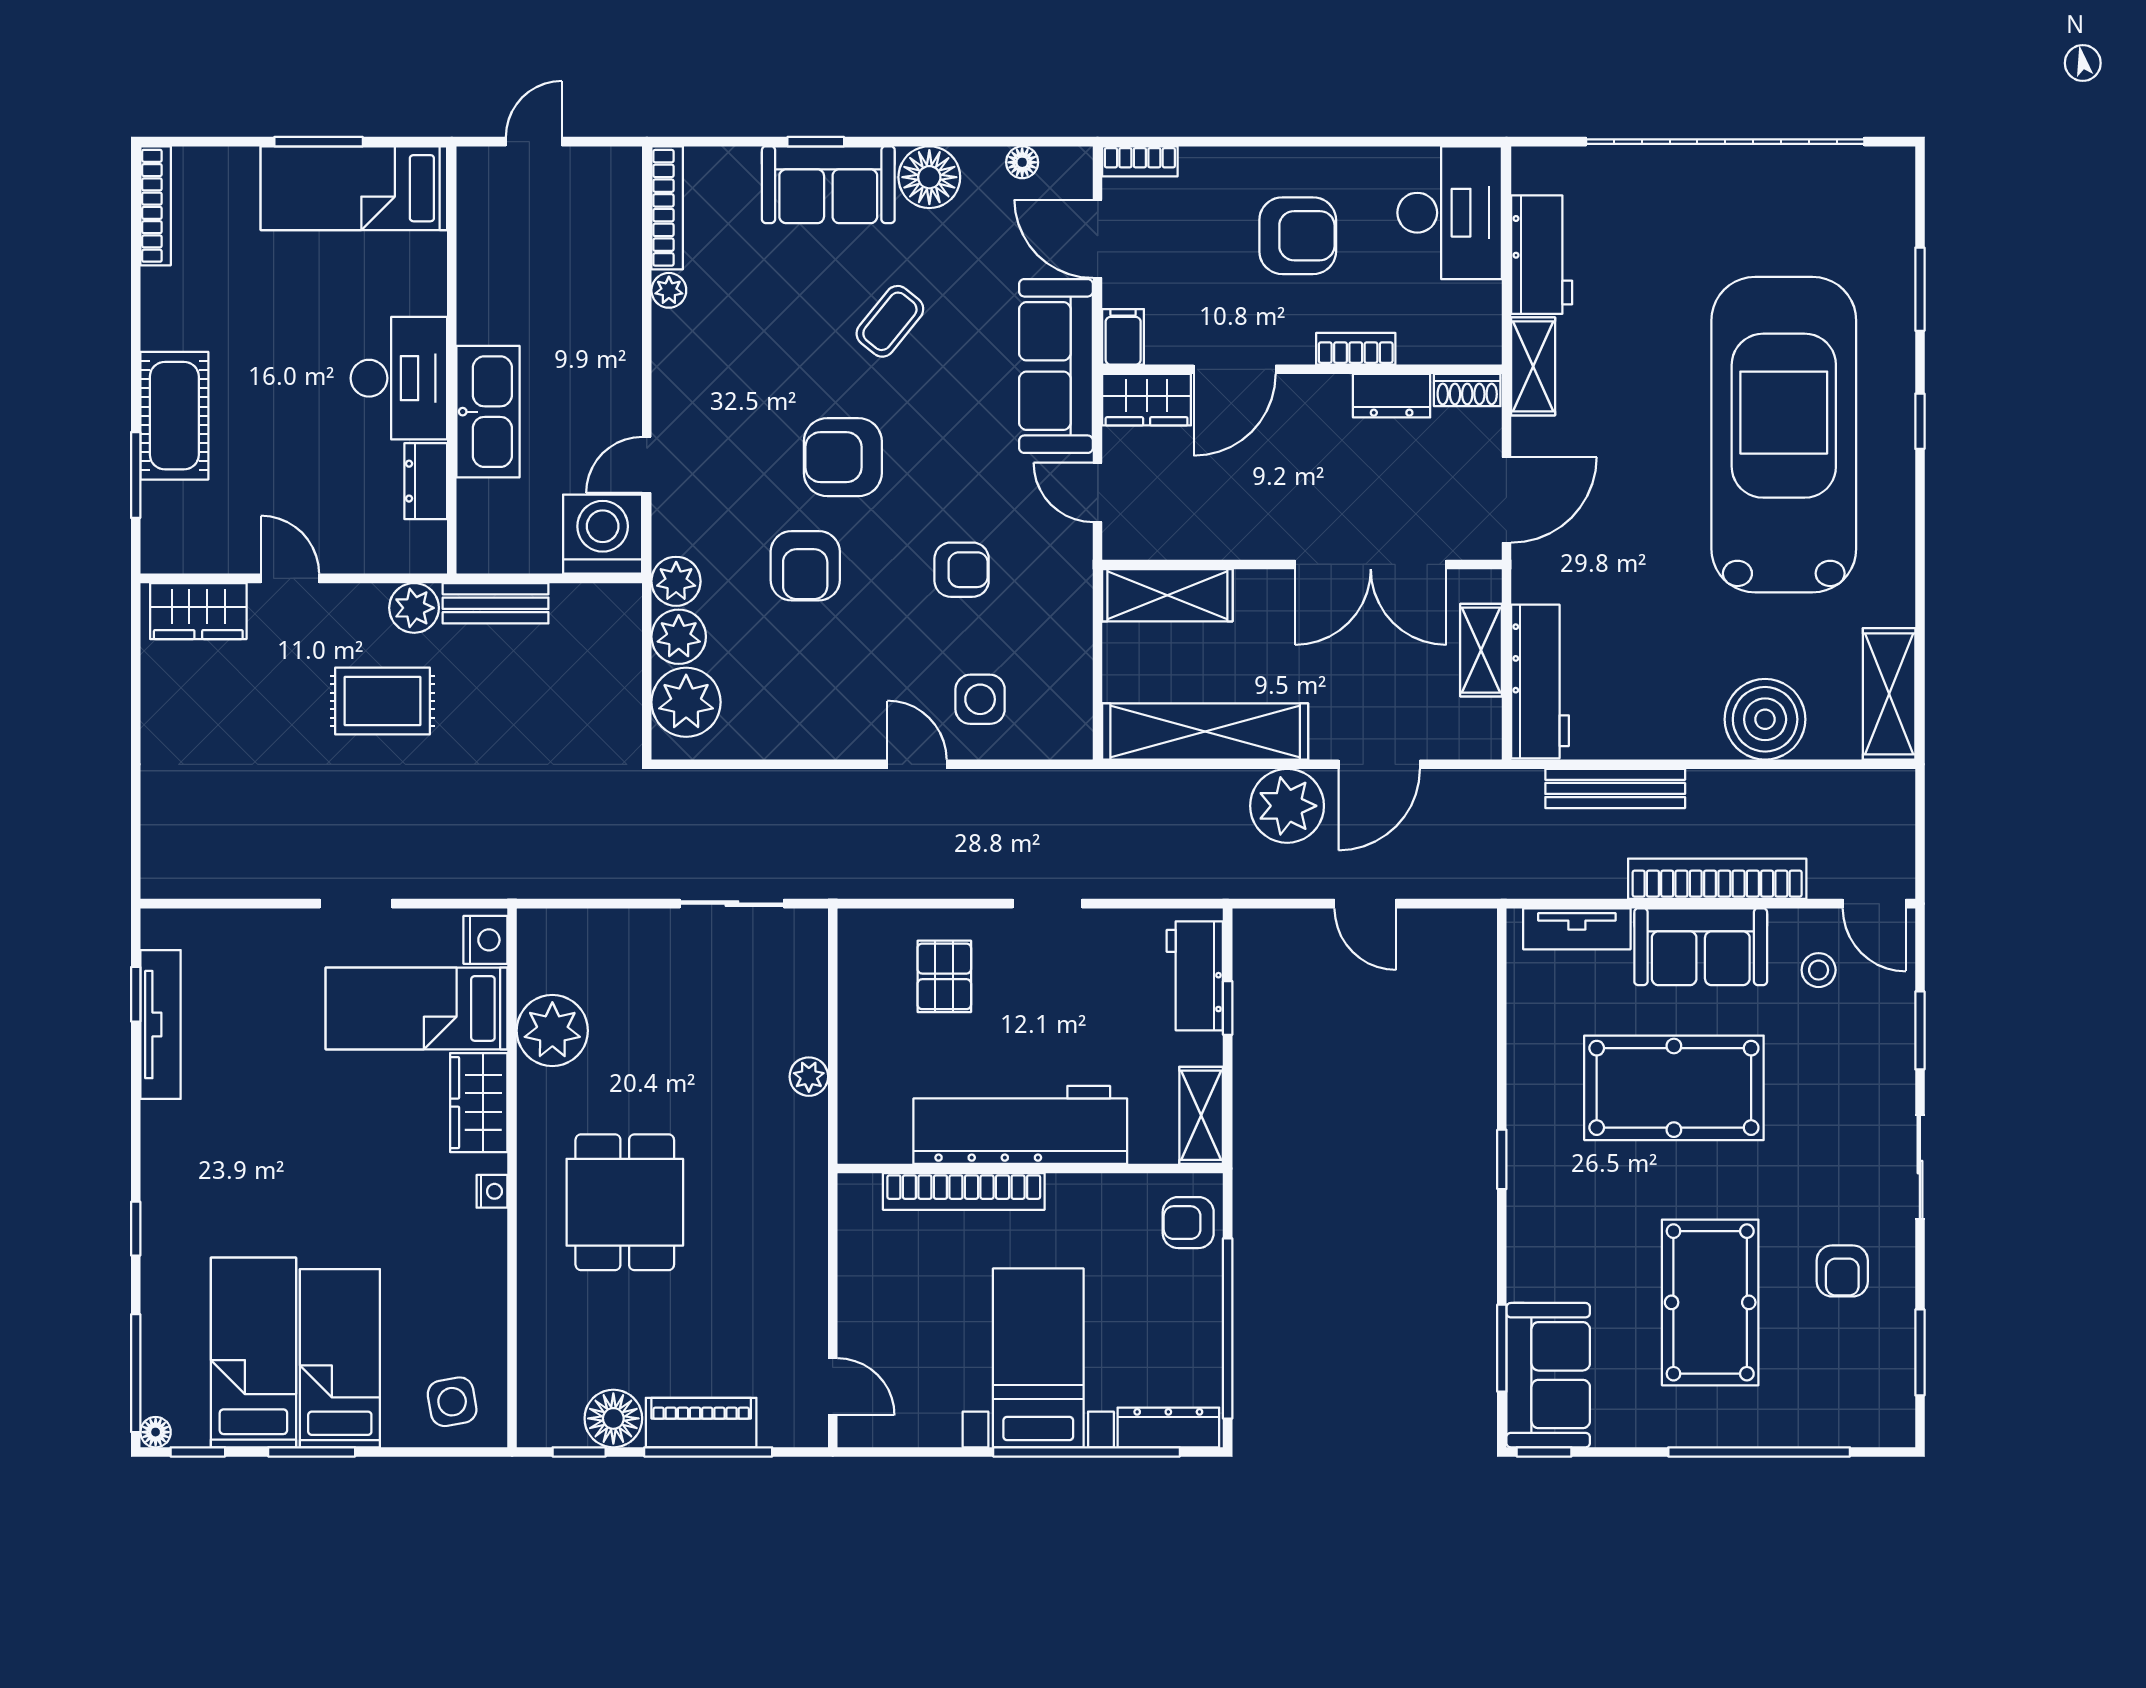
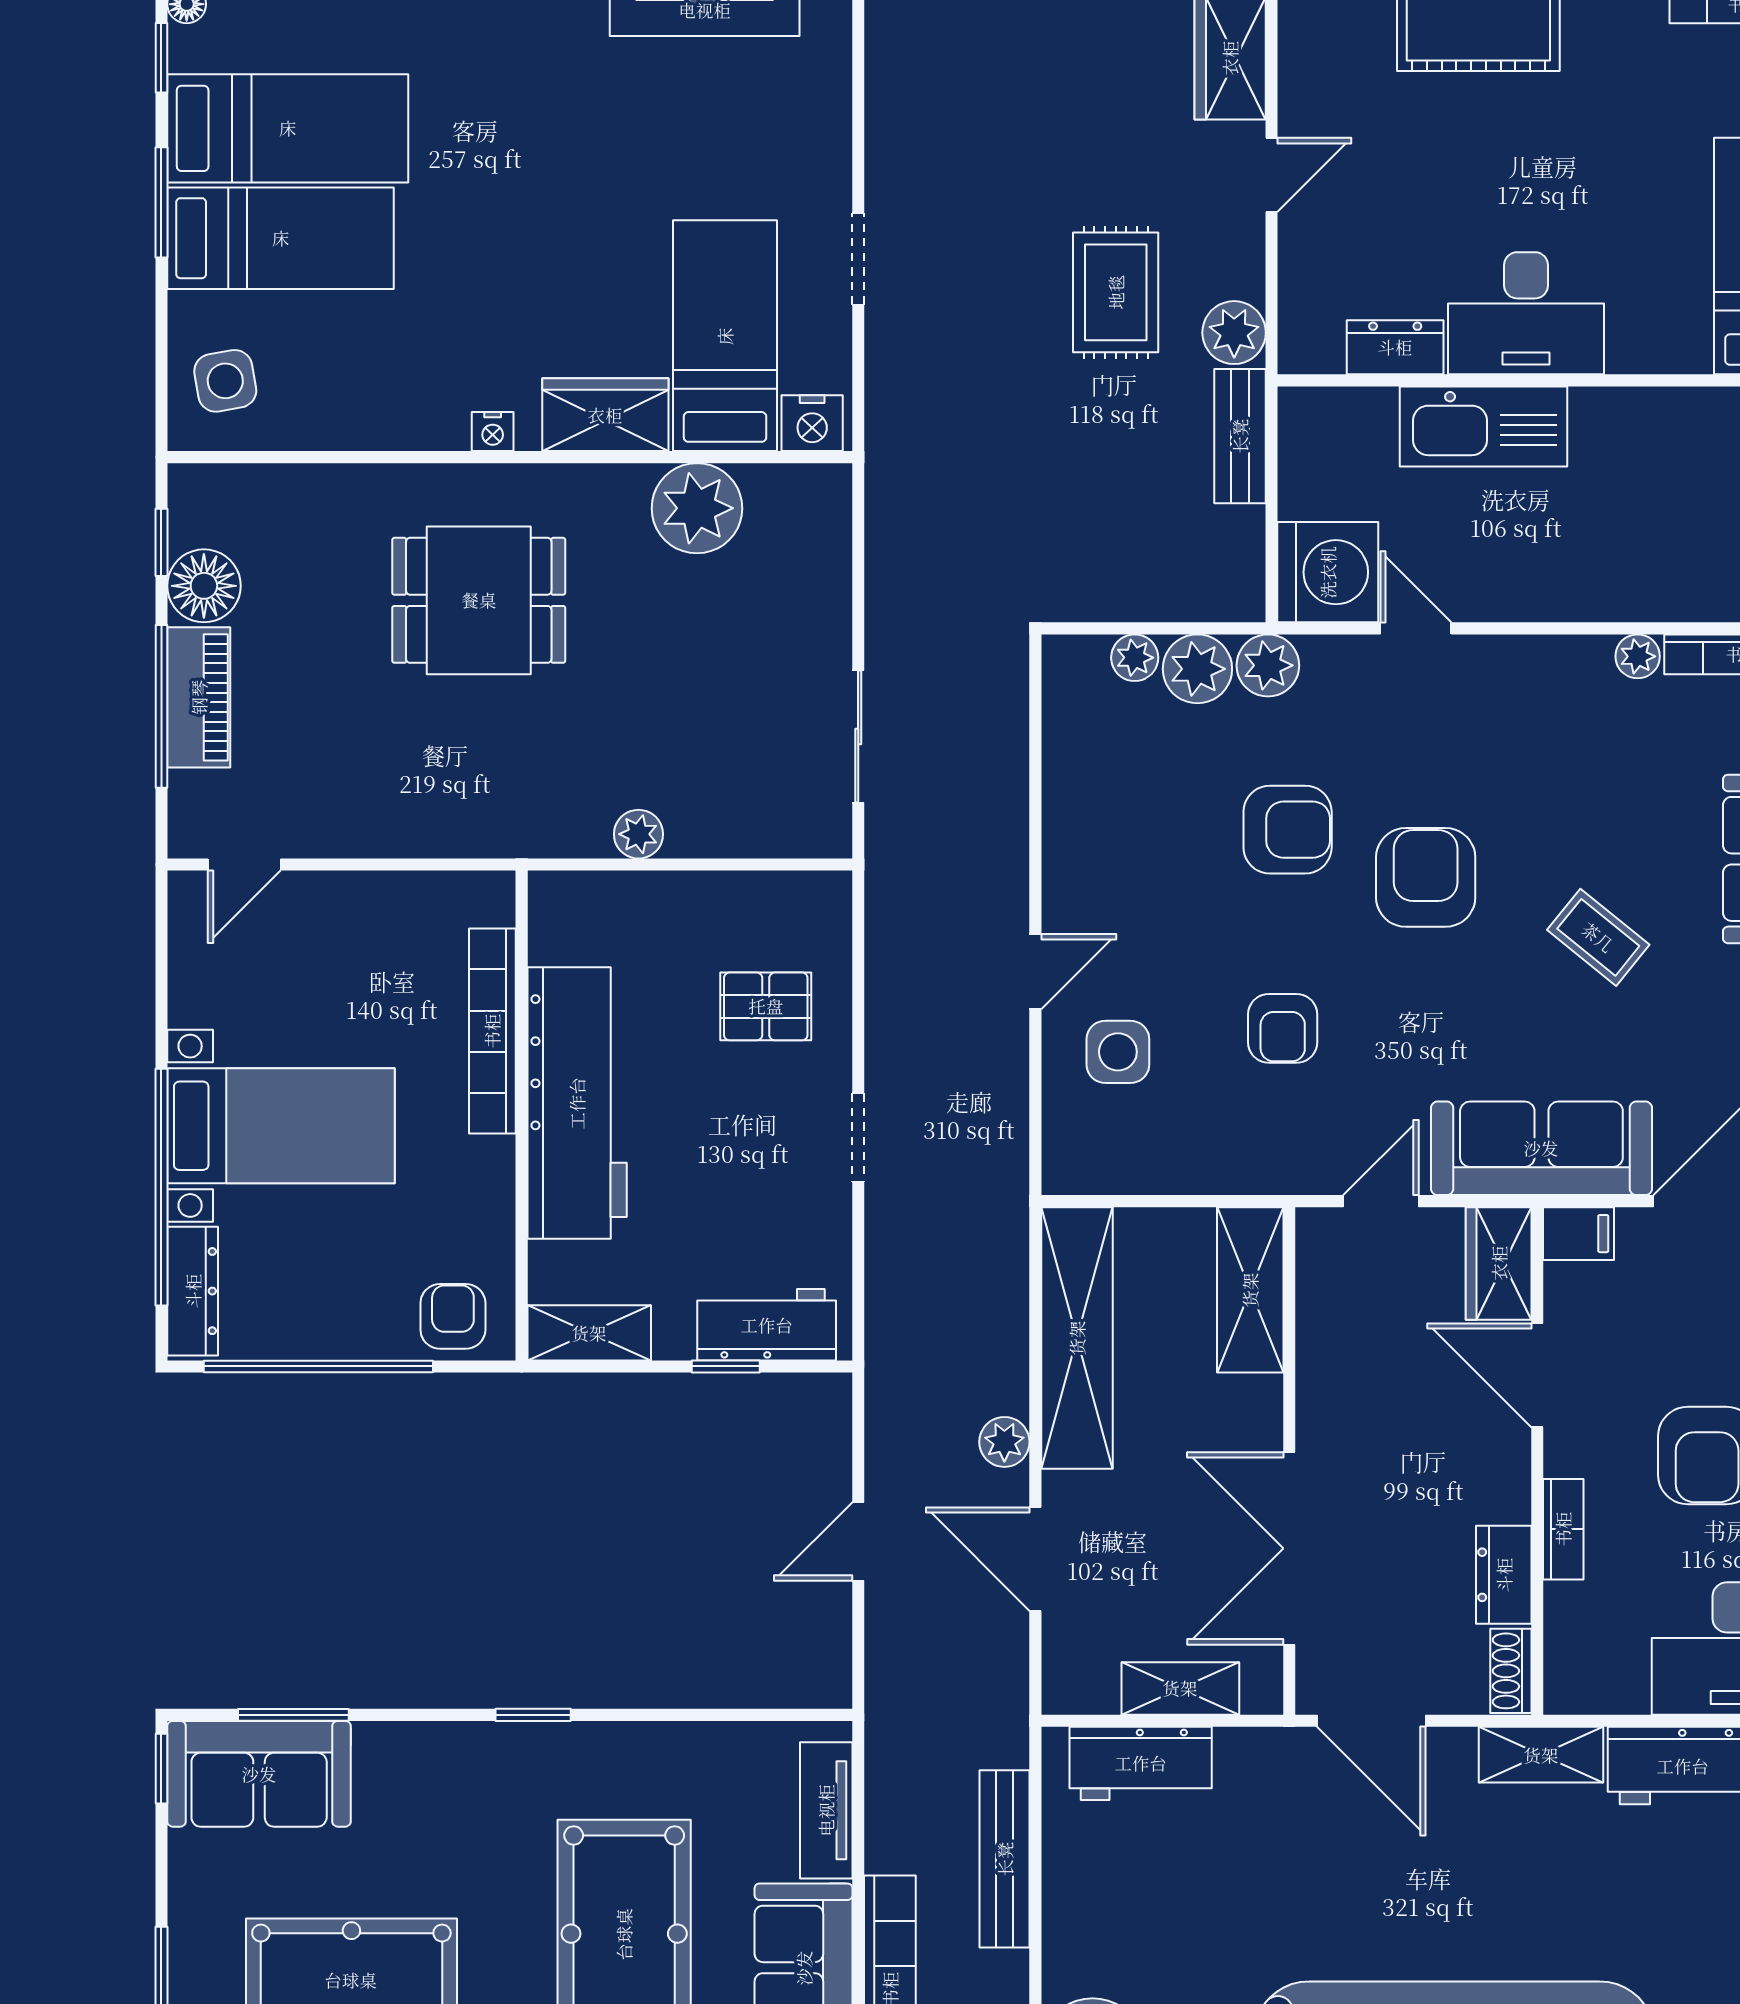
armchair: (805, 566) -> (1288, 830), turned 180
workbench: (1540, 681) -> (1141, 1763), width x0.73
plant: (686, 702) -> (1135, 658), width x0.53, depth x0.53
plant: (1287, 806) -> (1004, 1442), width x0.53, depth x0.53

